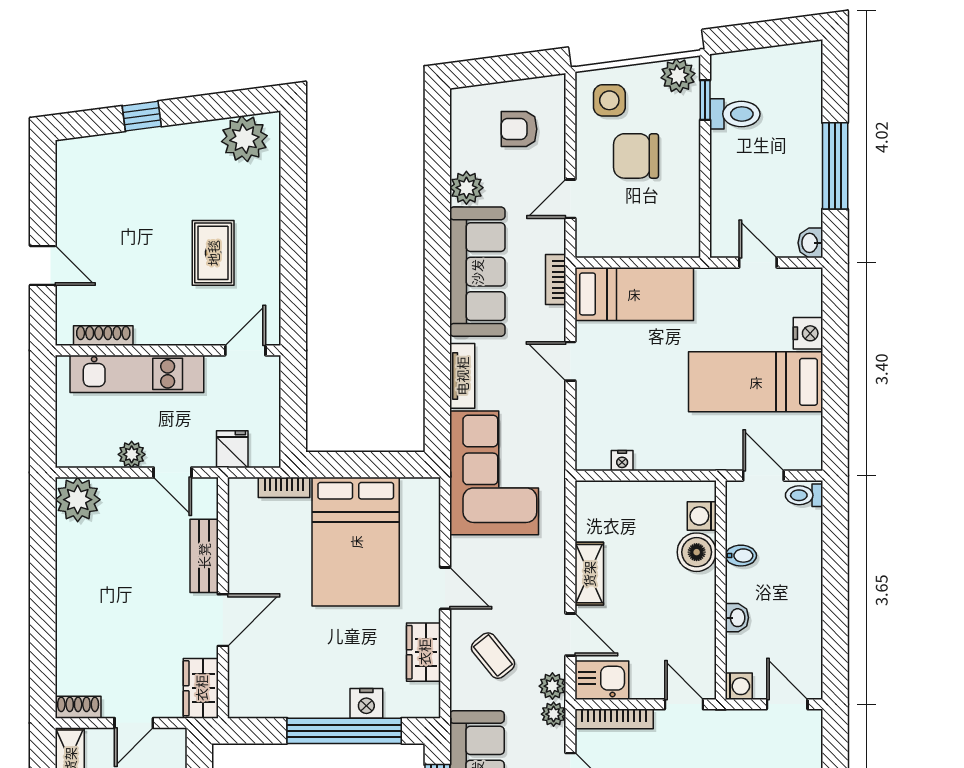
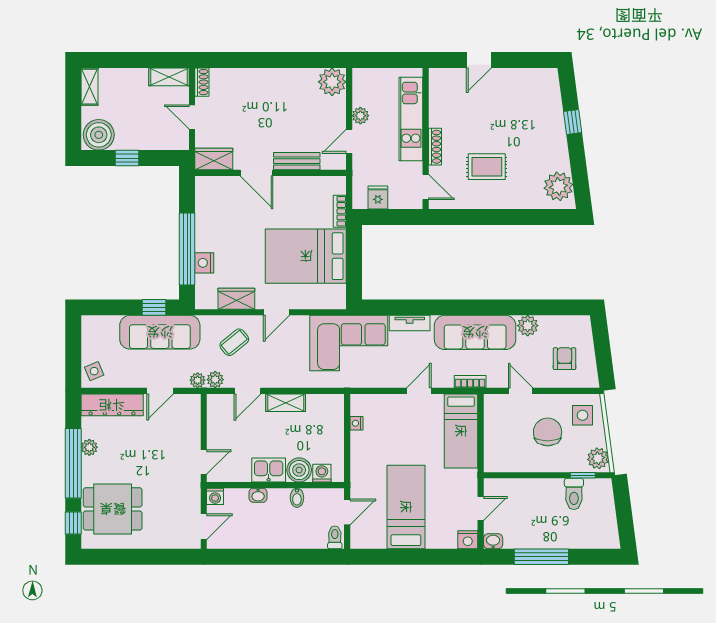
nightstand: (808, 333) -> (468, 540), moved
shoe rack: (103, 336) -> (435, 147), moved
fridge: (232, 449) -> (378, 197), moved, turned -90
kitchen sink: (602, 680) -> (269, 470), moved, turned -90
bookcase: (614, 719) -> (195, 418), removed

